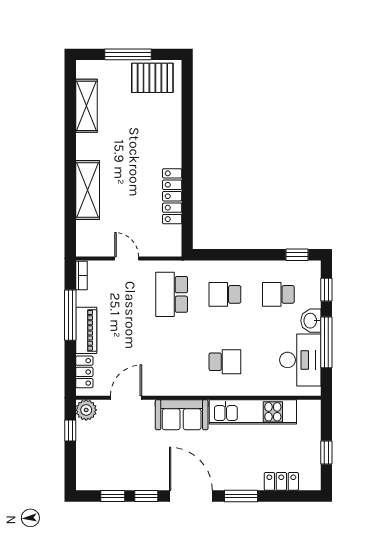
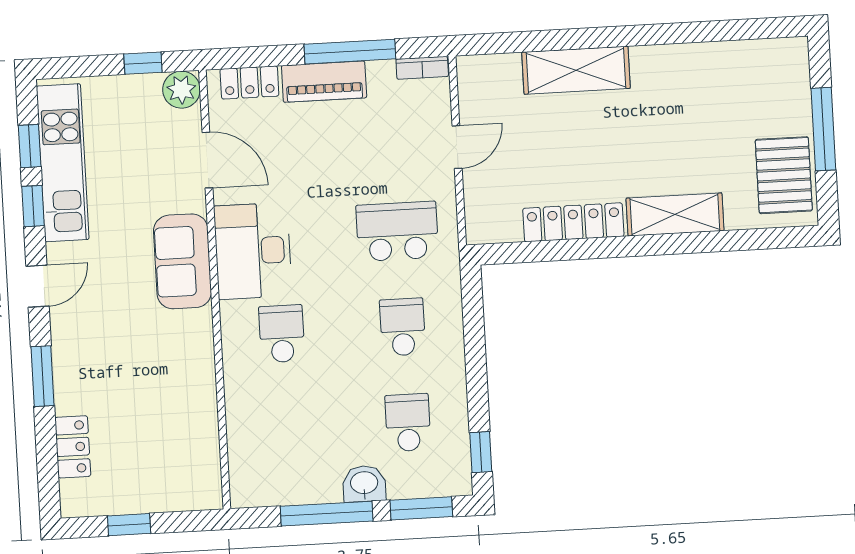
shelving: (86, 106) -> (675, 215), moved
window: (326, 290) -> (421, 508), width x1.50
desk: (300, 360) -> (253, 251), moved, turned 90
school desk: (225, 362) -> (282, 334), turned 180
kitchen unit: (253, 412) -> (63, 163), moved, turned 180
door: (191, 496) -> (37, 286), width x0.53

